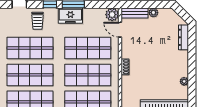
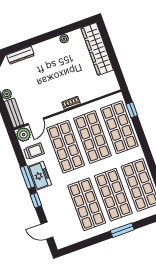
trolley: (38, 21) -> (34, 151), moved

